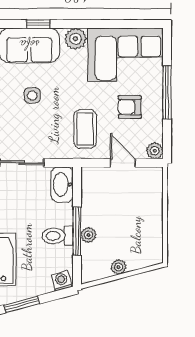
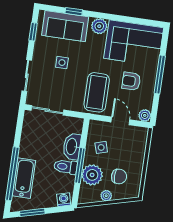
coffee table: (85, 129) -> (97, 92), width x1.36, depth x1.32
washbasin: (62, 185) -> (72, 147), moved
side table: (102, 203) -> (101, 147), added
plant: (89, 235) -> (92, 175), width x1.88, depth x1.88
chair: (132, 239) -> (119, 177), added

